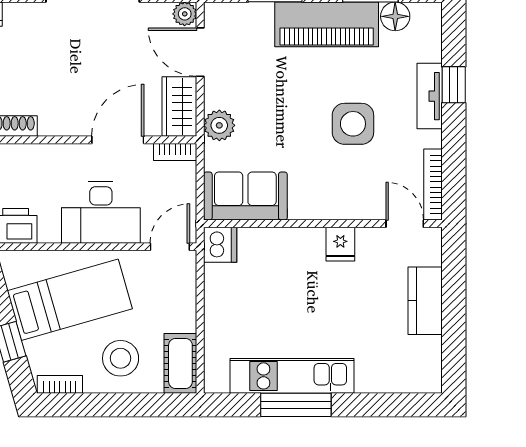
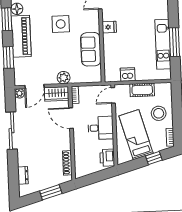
sofa: (245, 196) -> (91, 49), moved
desk: (101, 213) -> (101, 128), width x0.73
dishwasher: (220, 245) -> (128, 75), moved
door: (170, 247) -> (113, 95), hinge flipped
cot: (180, 363) -> (142, 90), moved

